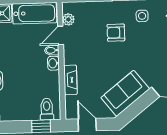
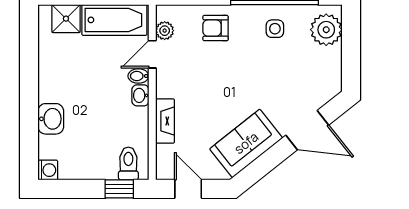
armchair: (116, 33) -> (216, 28), moved

